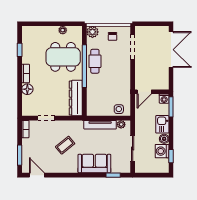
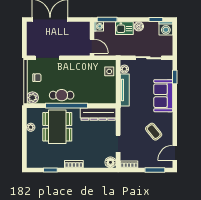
floor lamp: (27, 89) -> (110, 162), moved
coffee table: (65, 145) -> (154, 132), moved
washing machine: (162, 151) -> (166, 28), moved

